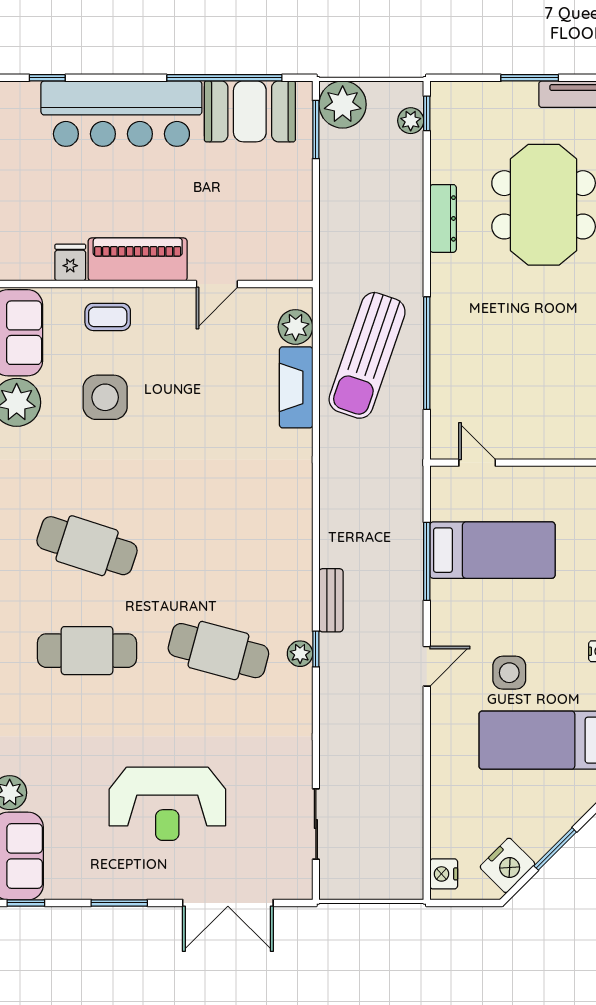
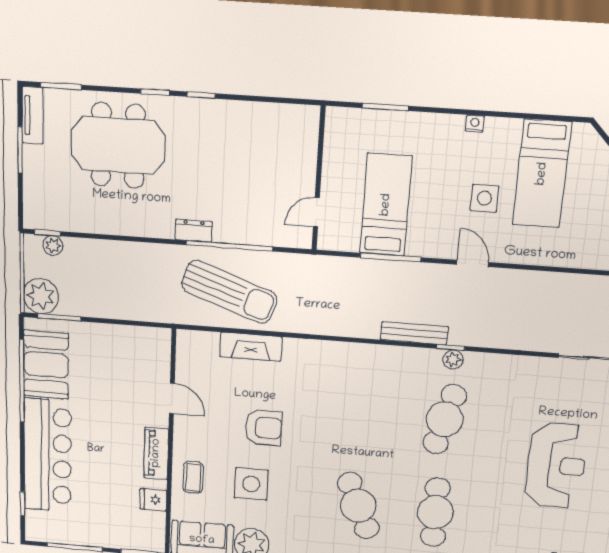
dresser: (443, 218) -> (194, 231), moved, width x0.70
piano: (138, 259) -> (156, 453), width x0.73, depth x0.75
plant: (296, 327) -> (206, 344), removed
armchair: (187, 410) -> (264, 428), added
cafe table: (87, 546) -> (358, 506), turned -42
bench: (331, 600) -> (414, 333), width x1.36

